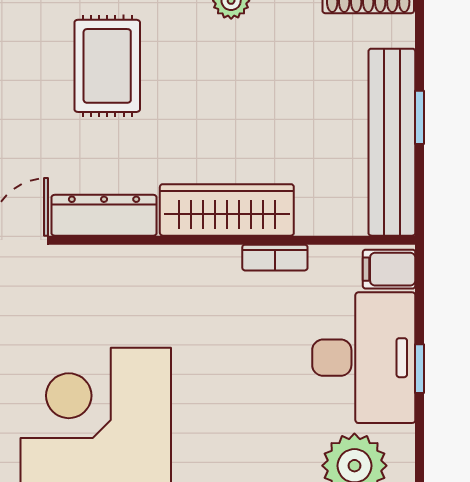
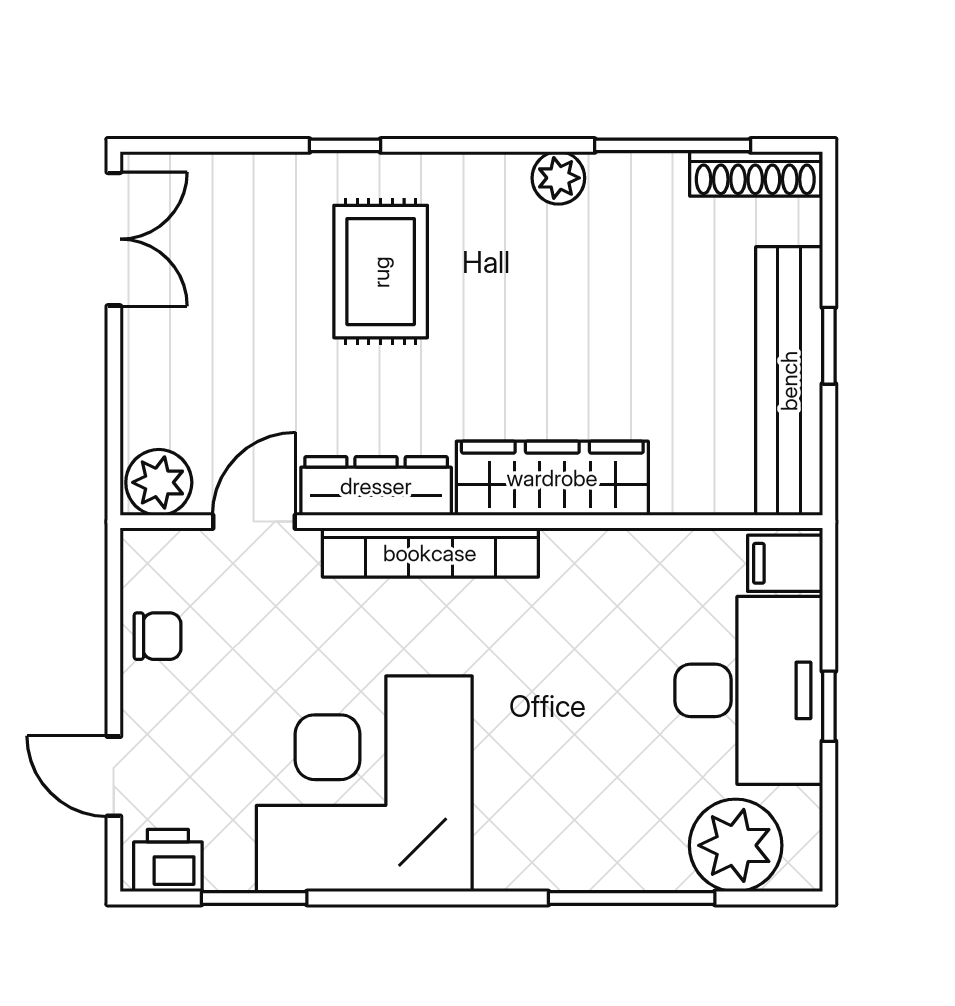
bookcase: (275, 258) -> (430, 553), moved, width x2.31, depth x1.31

